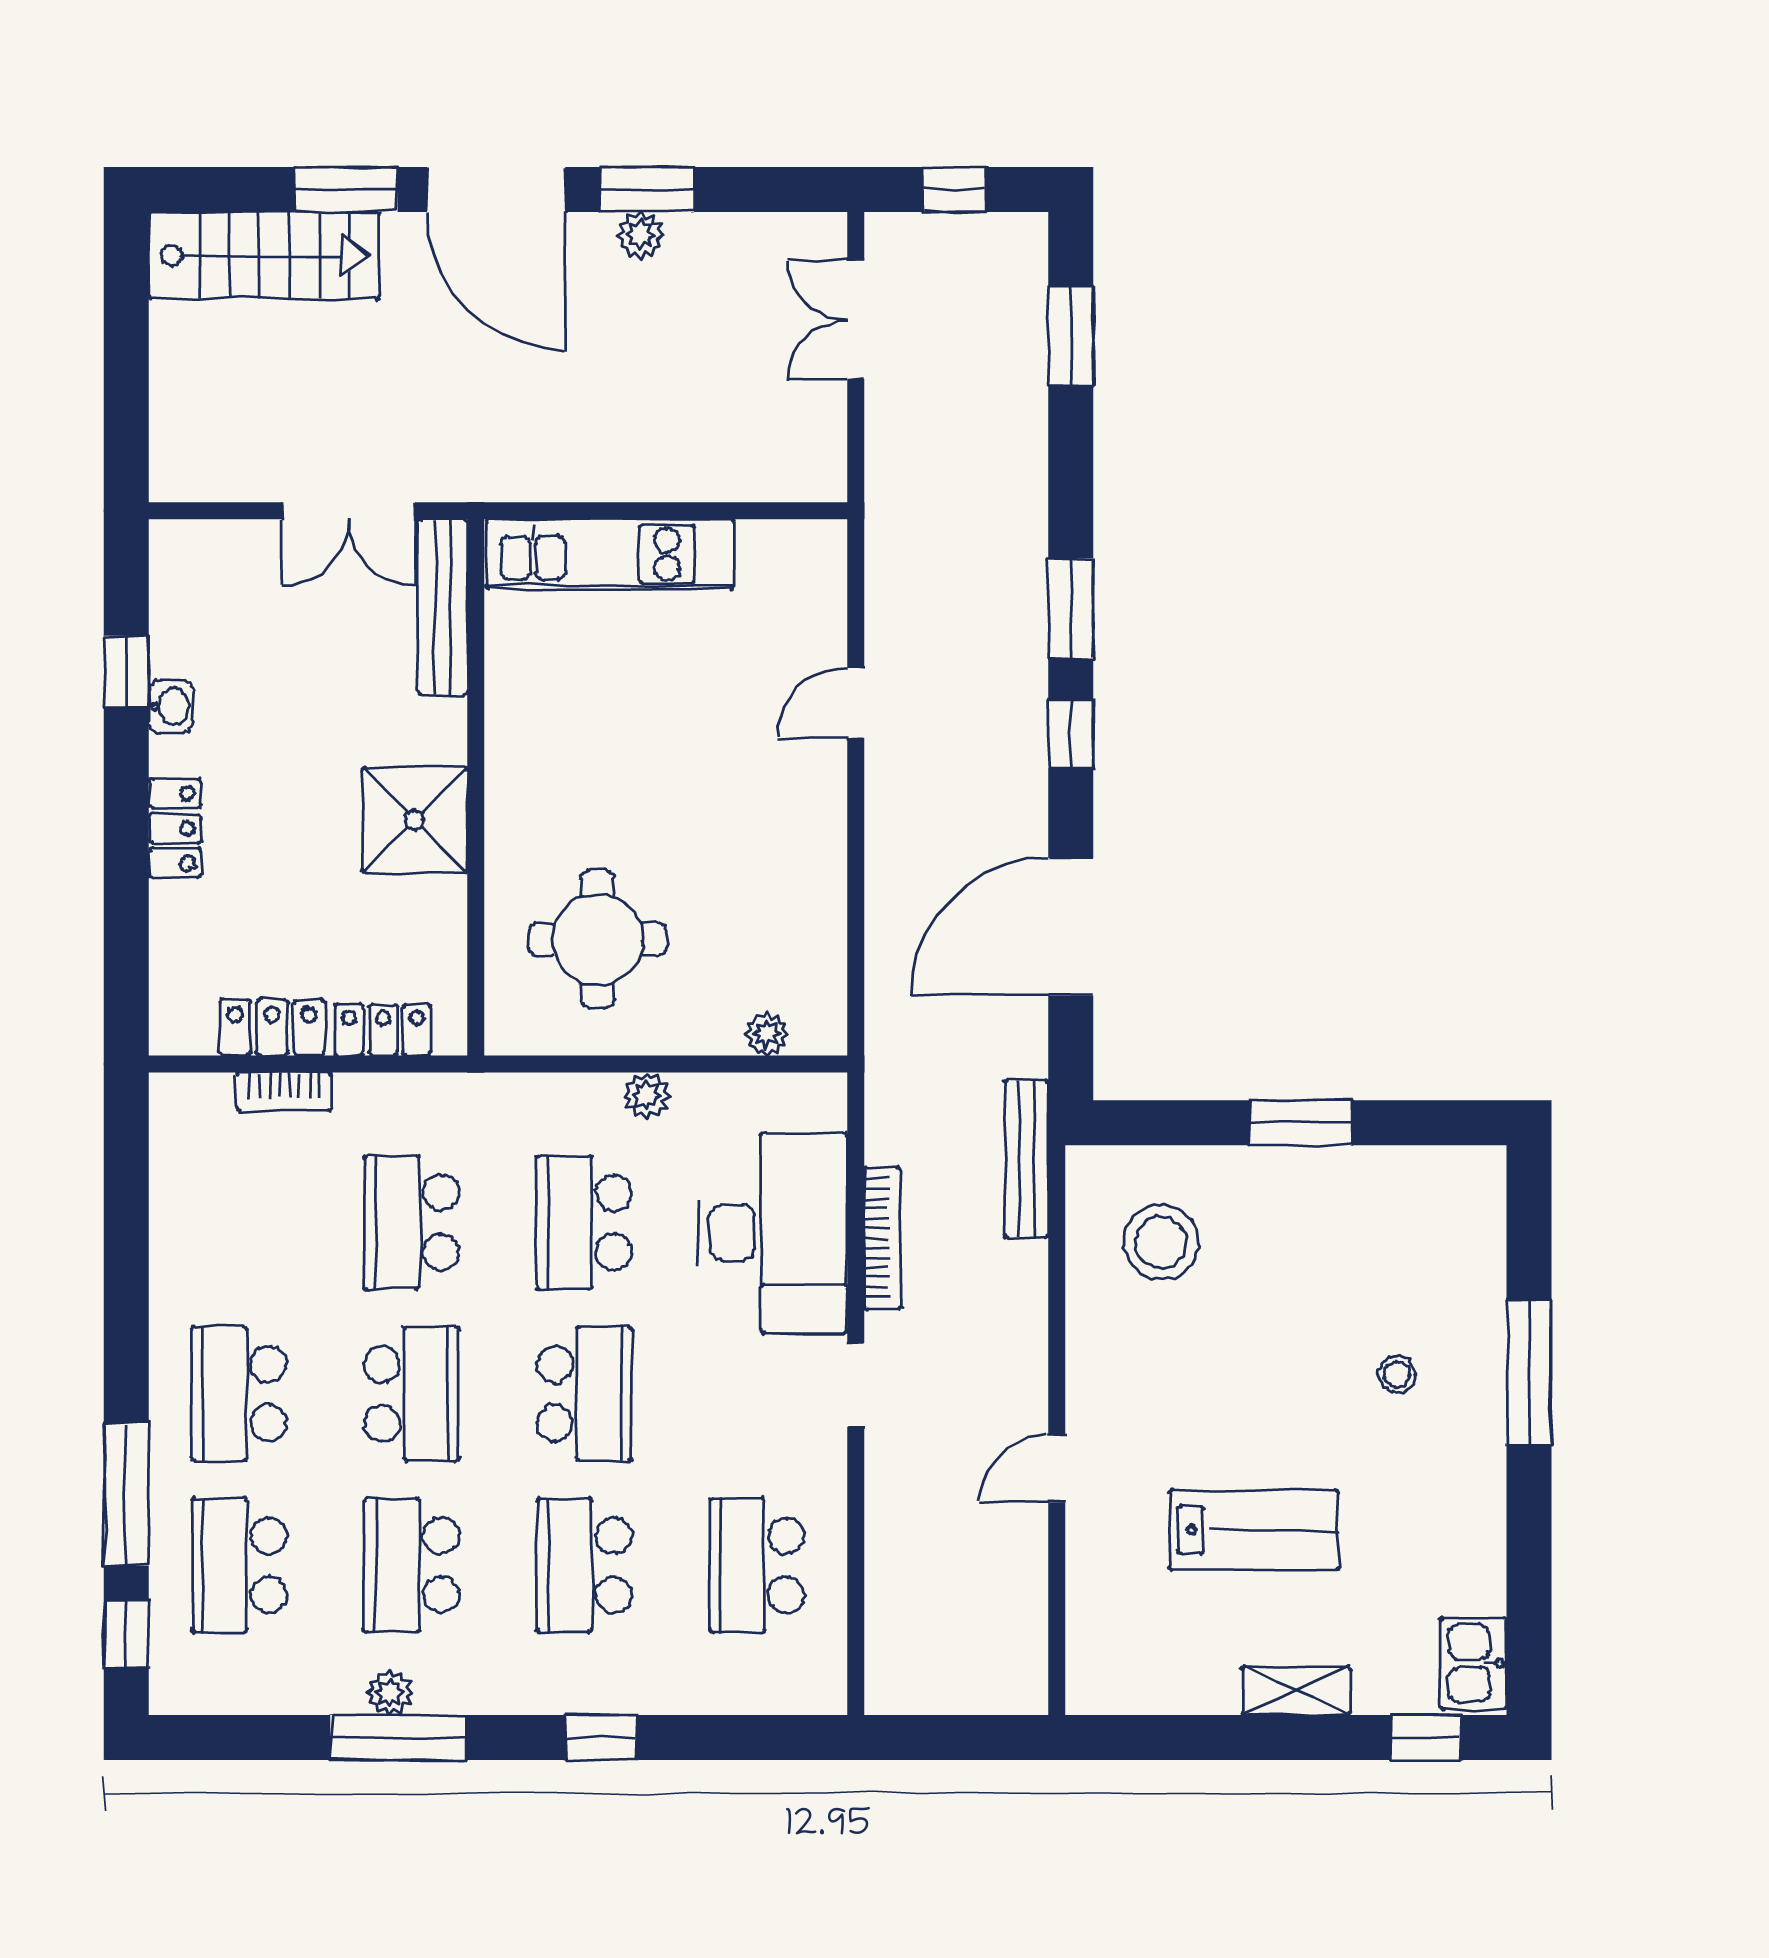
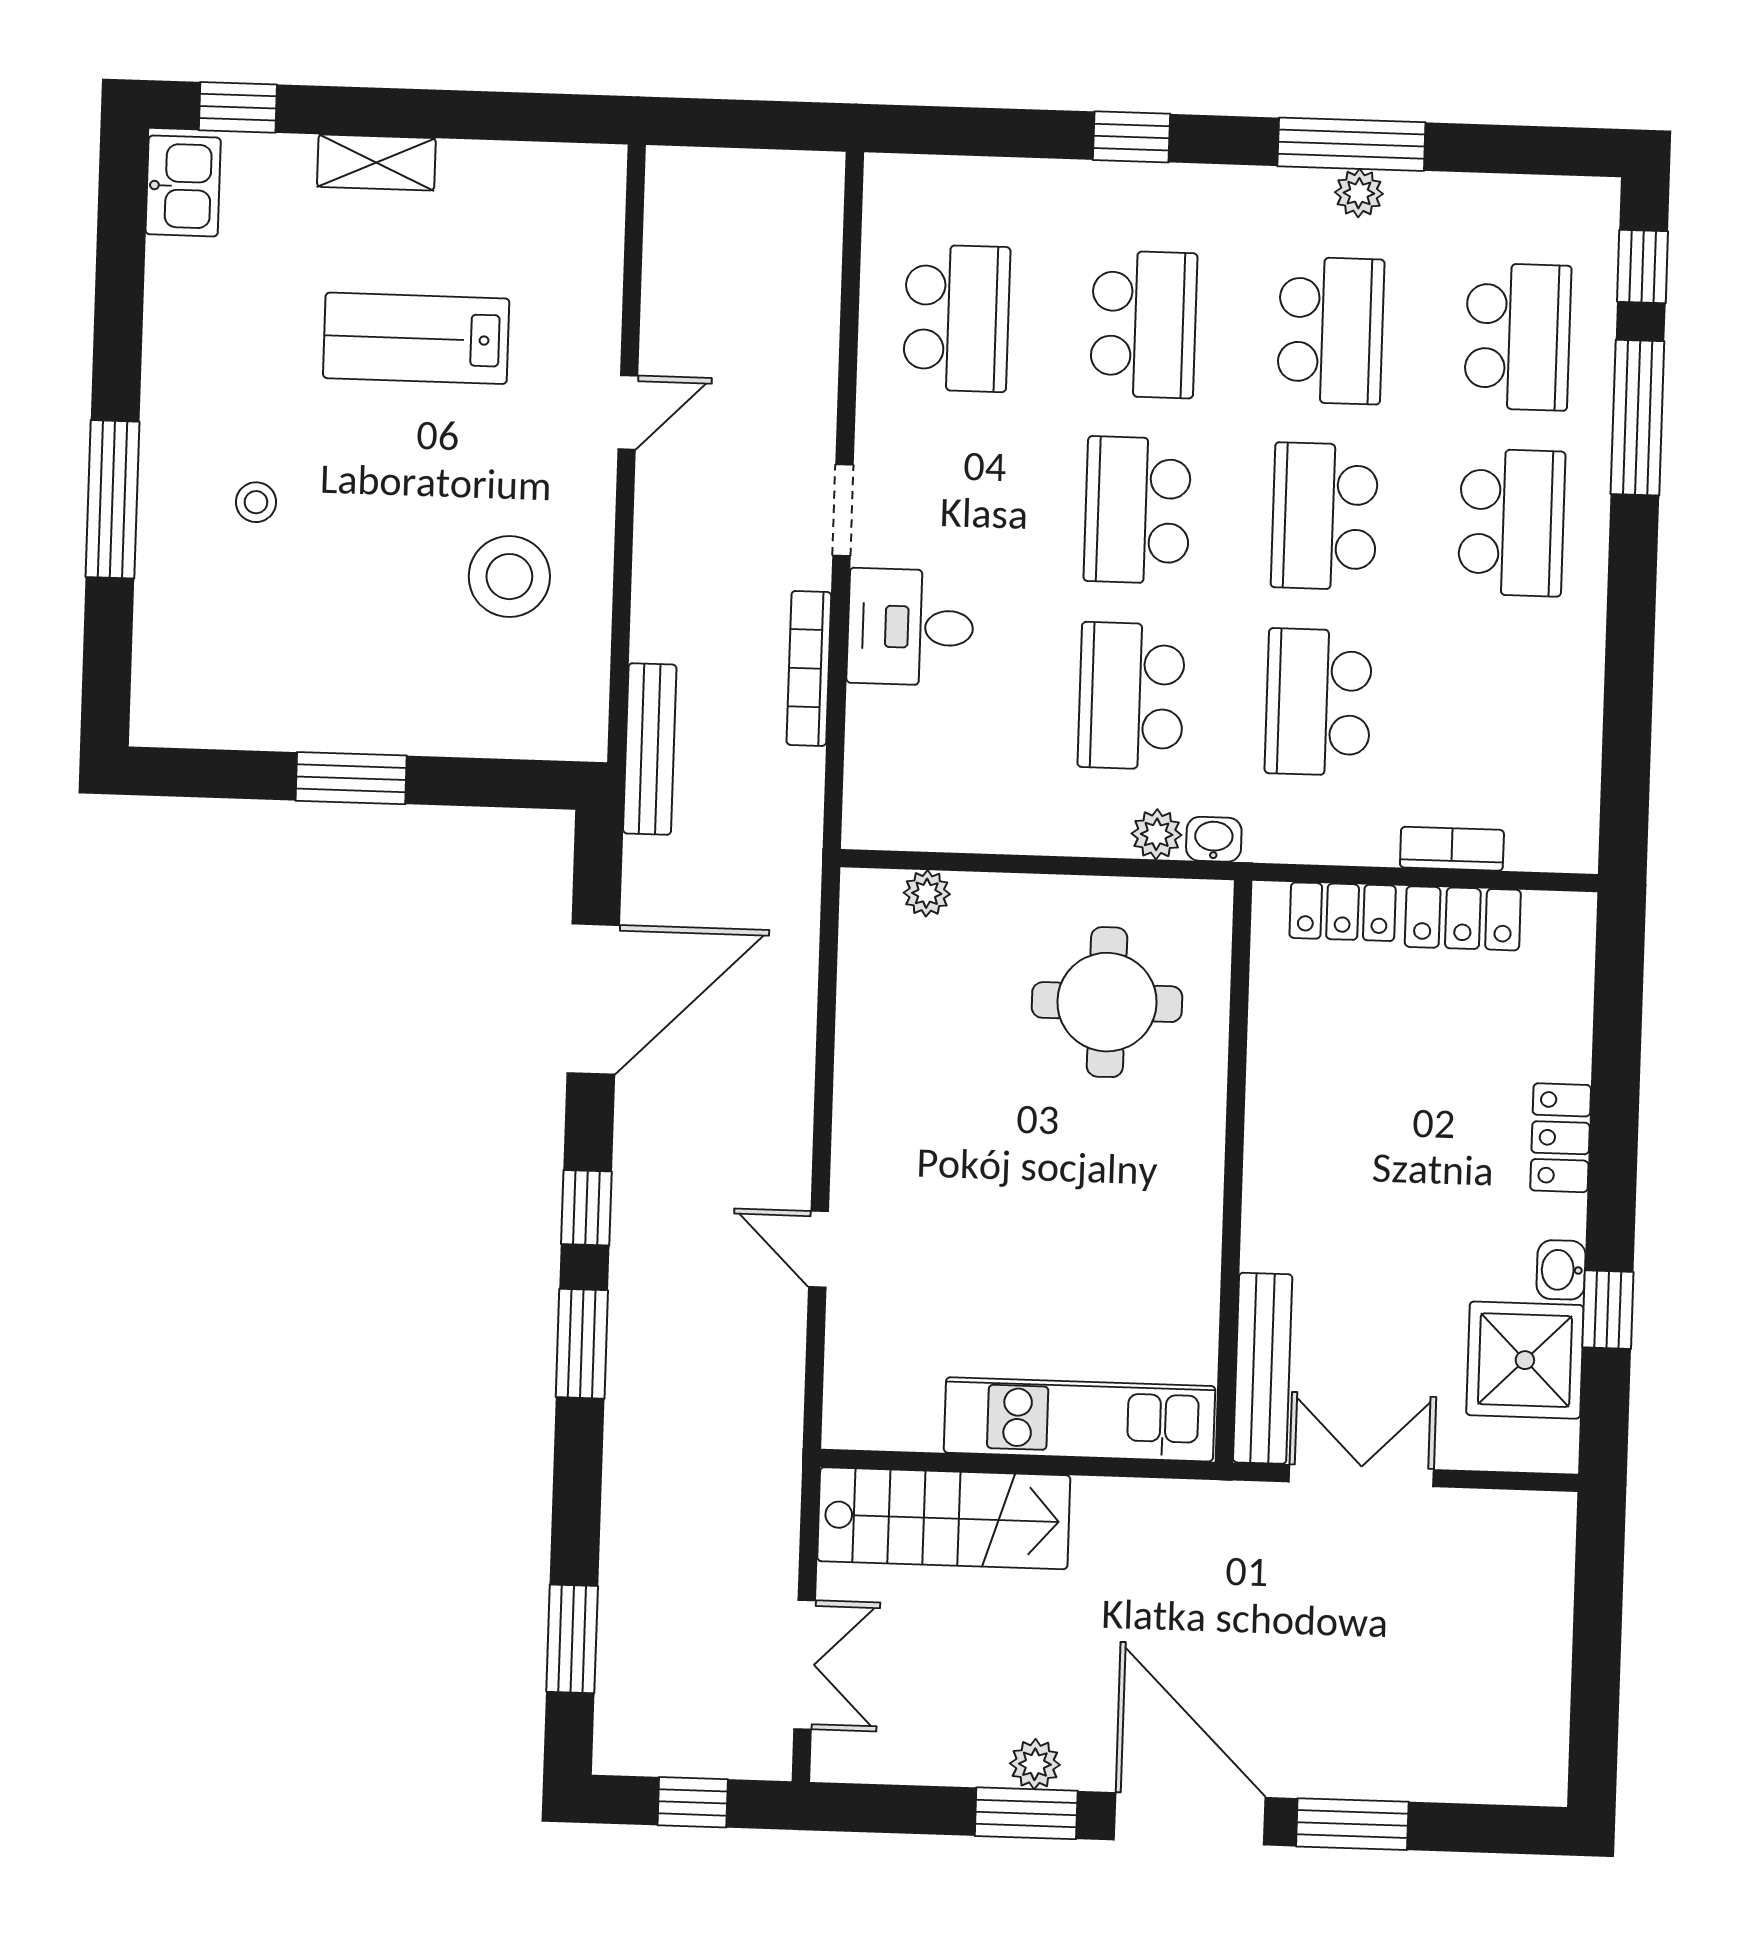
stairs: (264, 255) -> (944, 1518), moved, turned 180
door: (856, 703) -> (818, 1249), swing flipped
shower: (415, 820) -> (1525, 1360), moved
washbasin: (504, 1093) -> (1214, 839), added
plant: (646, 1096) -> (1157, 834), moved
school desk: (412, 1222) -> (1318, 702), turned 180
school desk: (584, 1222) -> (1131, 696), turned 180
desk: (773, 1233) -> (910, 627), width x0.53, depth x0.77
stool: (1161, 1242) -> (509, 577), moved

